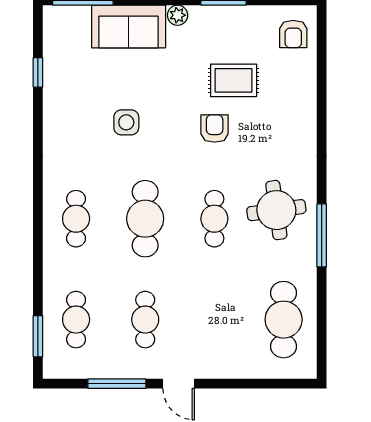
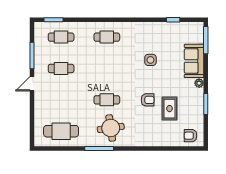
cafe table: (145, 219) -> (107, 68), removed

